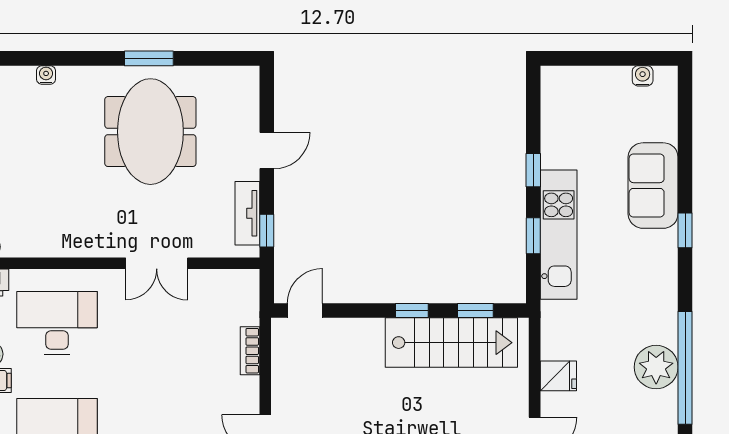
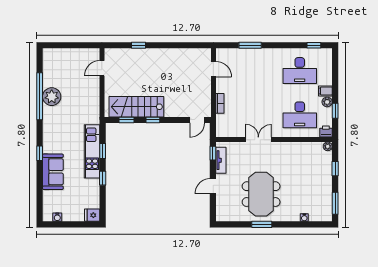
fridge: (558, 376) -> (92, 215), moved

